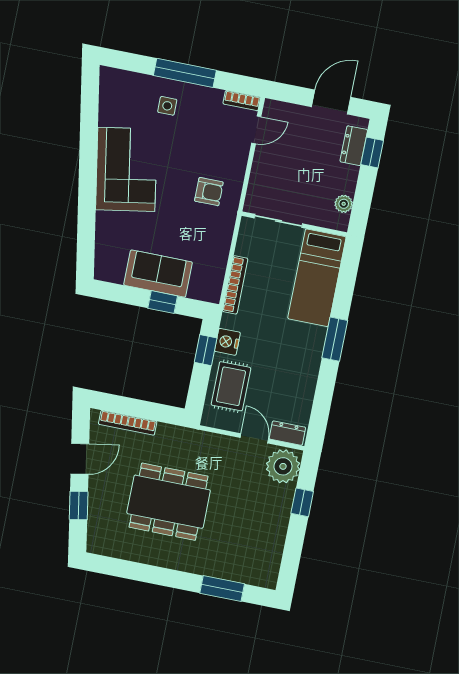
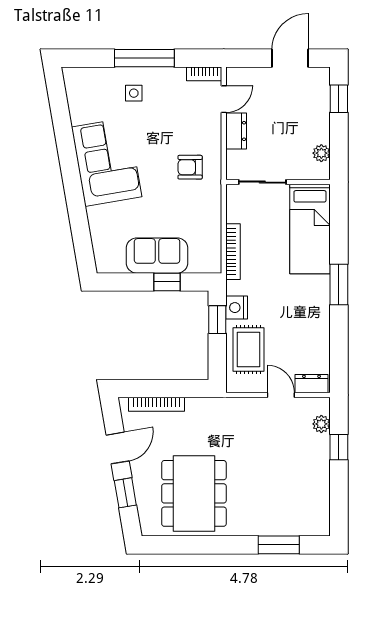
dresser: (354, 146) -> (236, 131), moved, turned 180
armchair: (209, 192) -> (190, 167), turned 180
plant: (283, 466) -> (321, 424), width x0.53, depth x0.53
dining table: (169, 502) -> (194, 493), moved, turned 90

